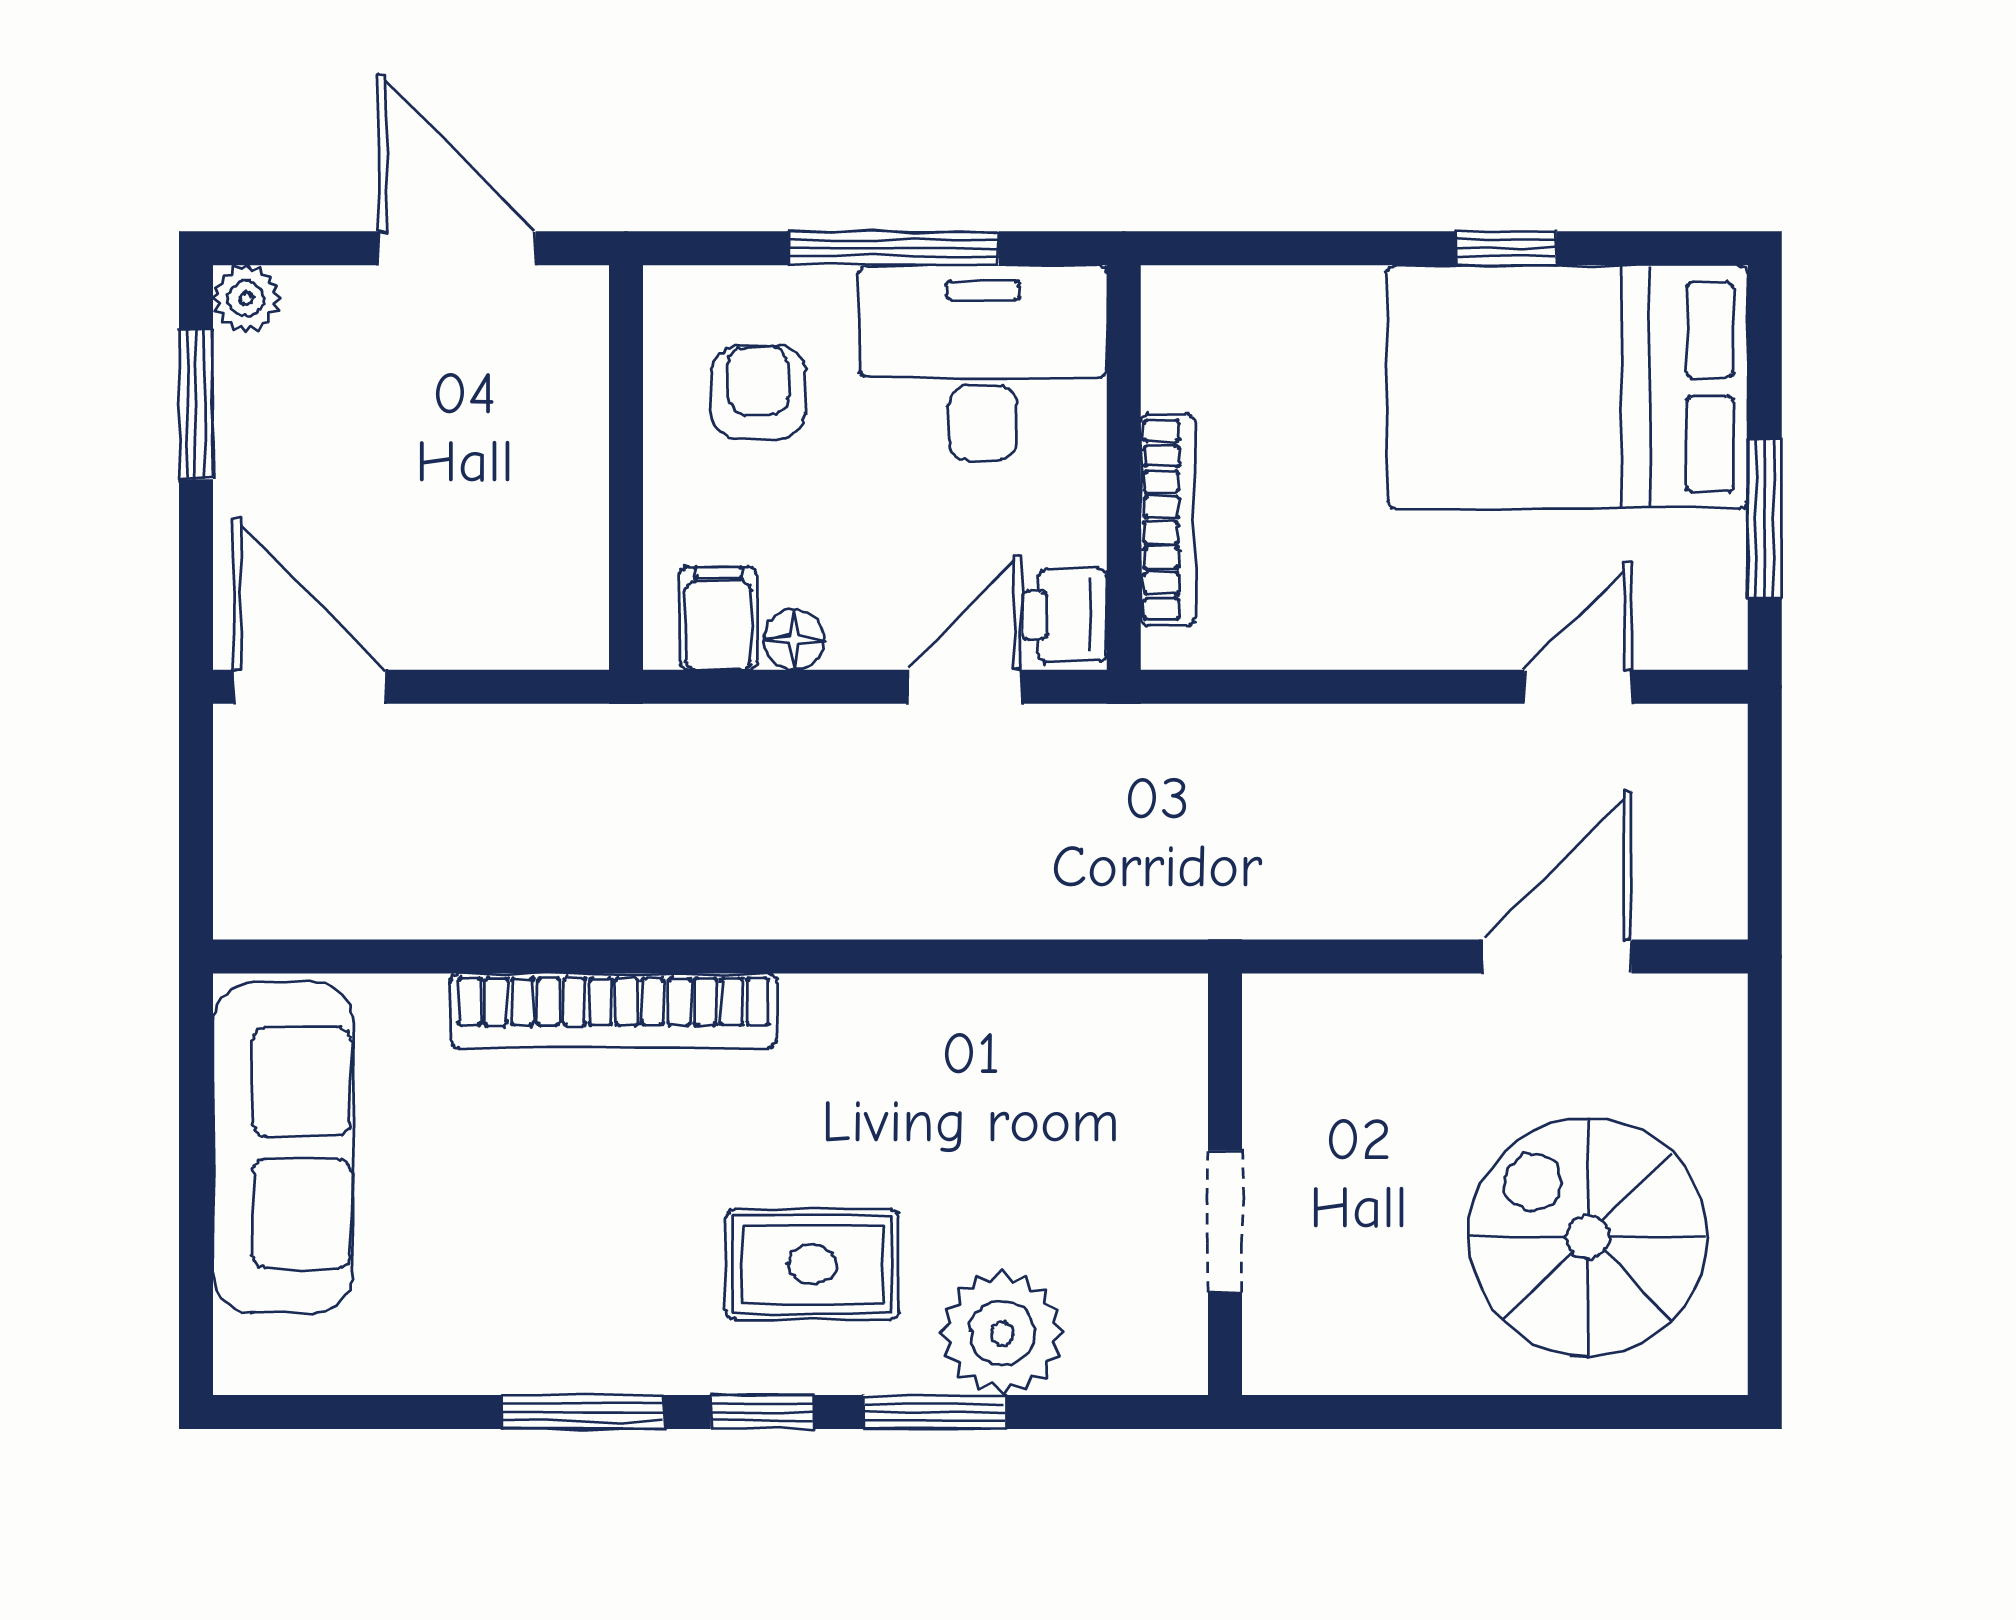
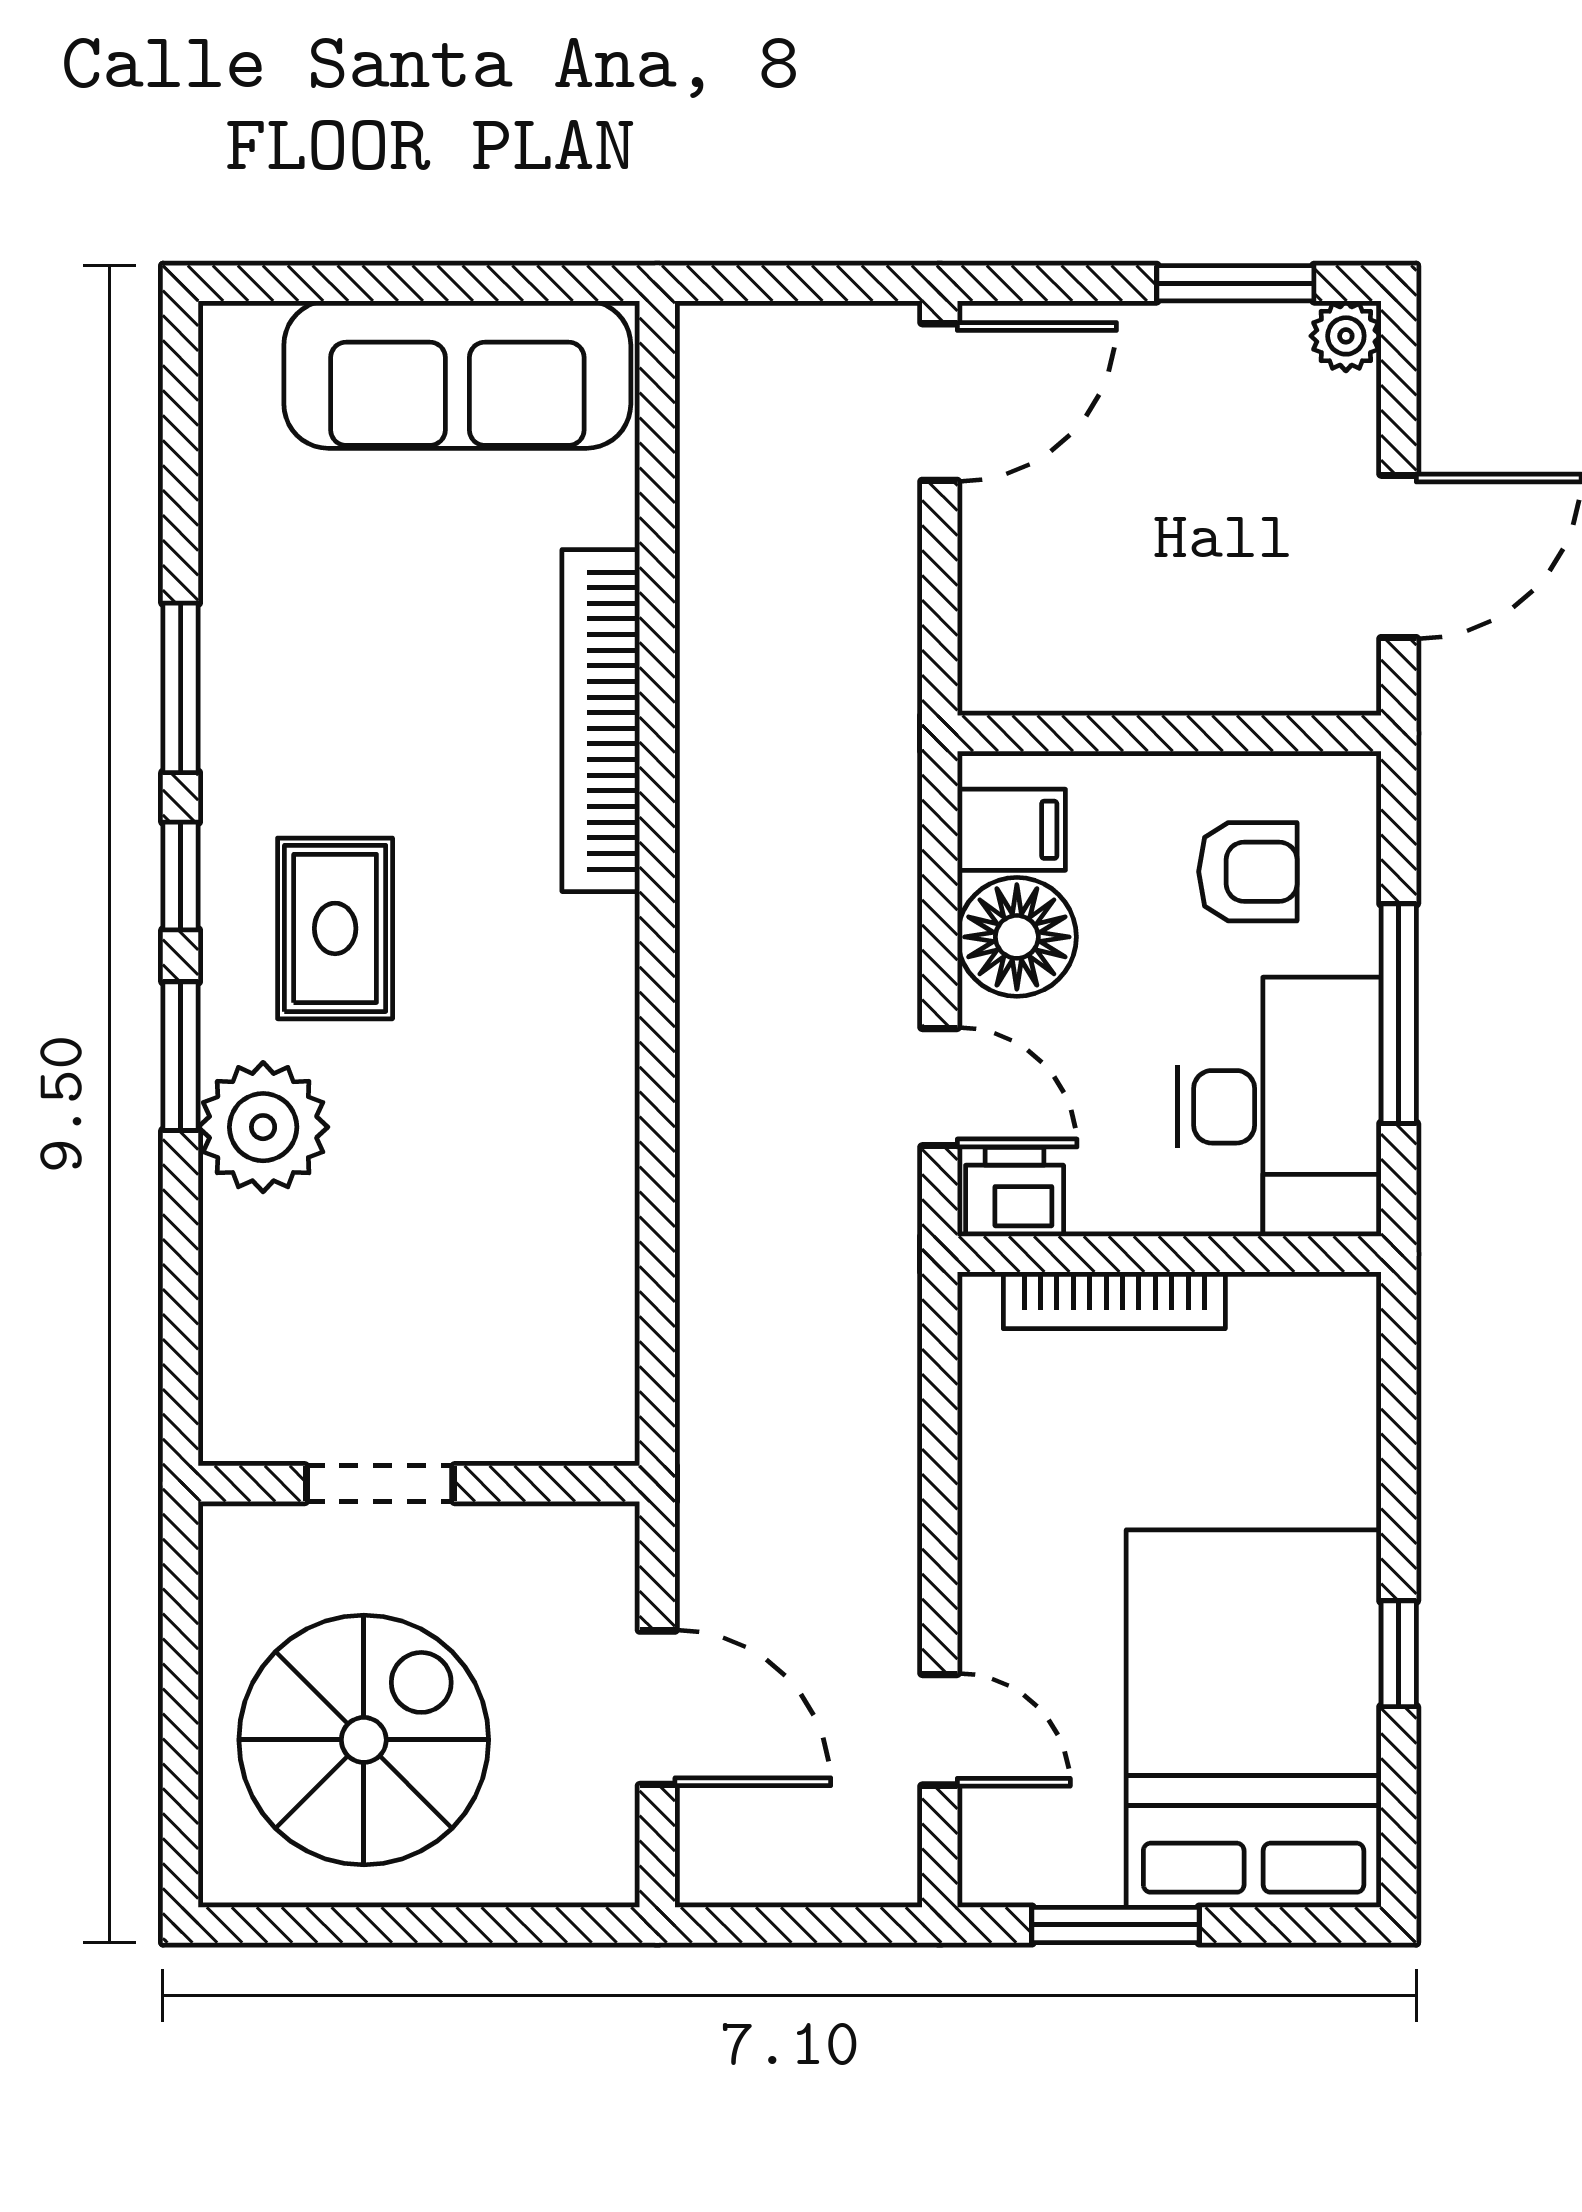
floor lamp: (794, 640) -> (1017, 937), width x1.89, depth x1.89
wall: (1225, 1184) -> (419, 1484), moved
doorway: (1225, 1222) -> (380, 1484), moved

